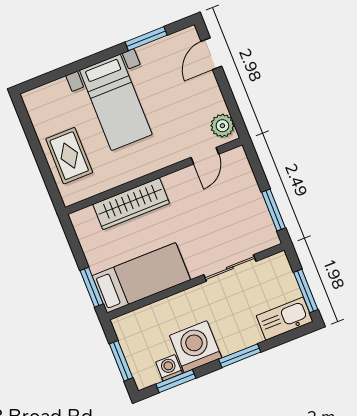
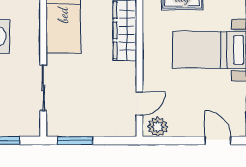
door: (205, 156) -> (140, 103), swing flipped

